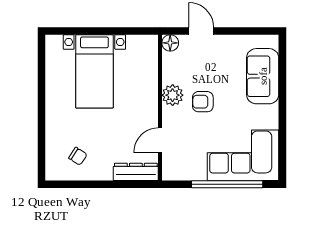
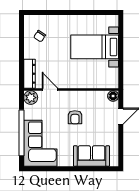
plant: (173, 95) -> (31, 98), moved
armchair: (203, 102) -> (75, 117), turned 180

